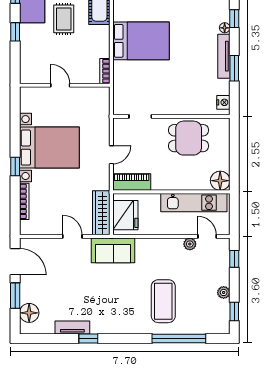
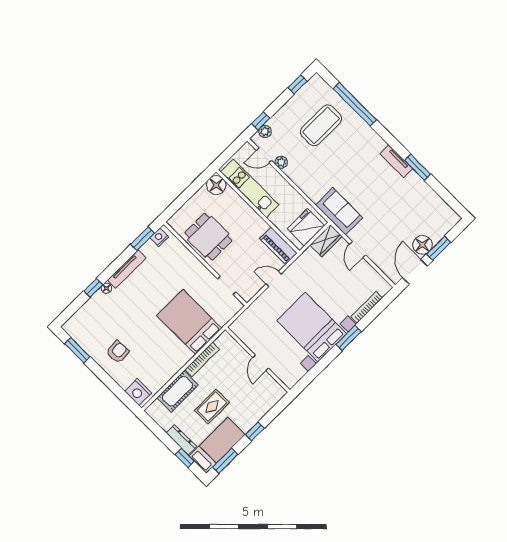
bed: (141, 41) -> (189, 322), moved
window: (234, 68) -> (143, 239), moved
bookcase: (105, 71) -> (202, 359), moved, width x1.56
window: (15, 166) -> (349, 338), width x1.50
wardrobe: (101, 213) -> (326, 241), width x0.67
door: (207, 236) -> (264, 156), hinge flipped
plant: (224, 292) -> (265, 132), moved
coffee table: (163, 301) -> (321, 125), moved
floor lamp: (29, 313) -> (422, 245), moved
tv unit: (72, 328) -> (396, 161), moved
window: (88, 339) -> (418, 167), width x1.50

